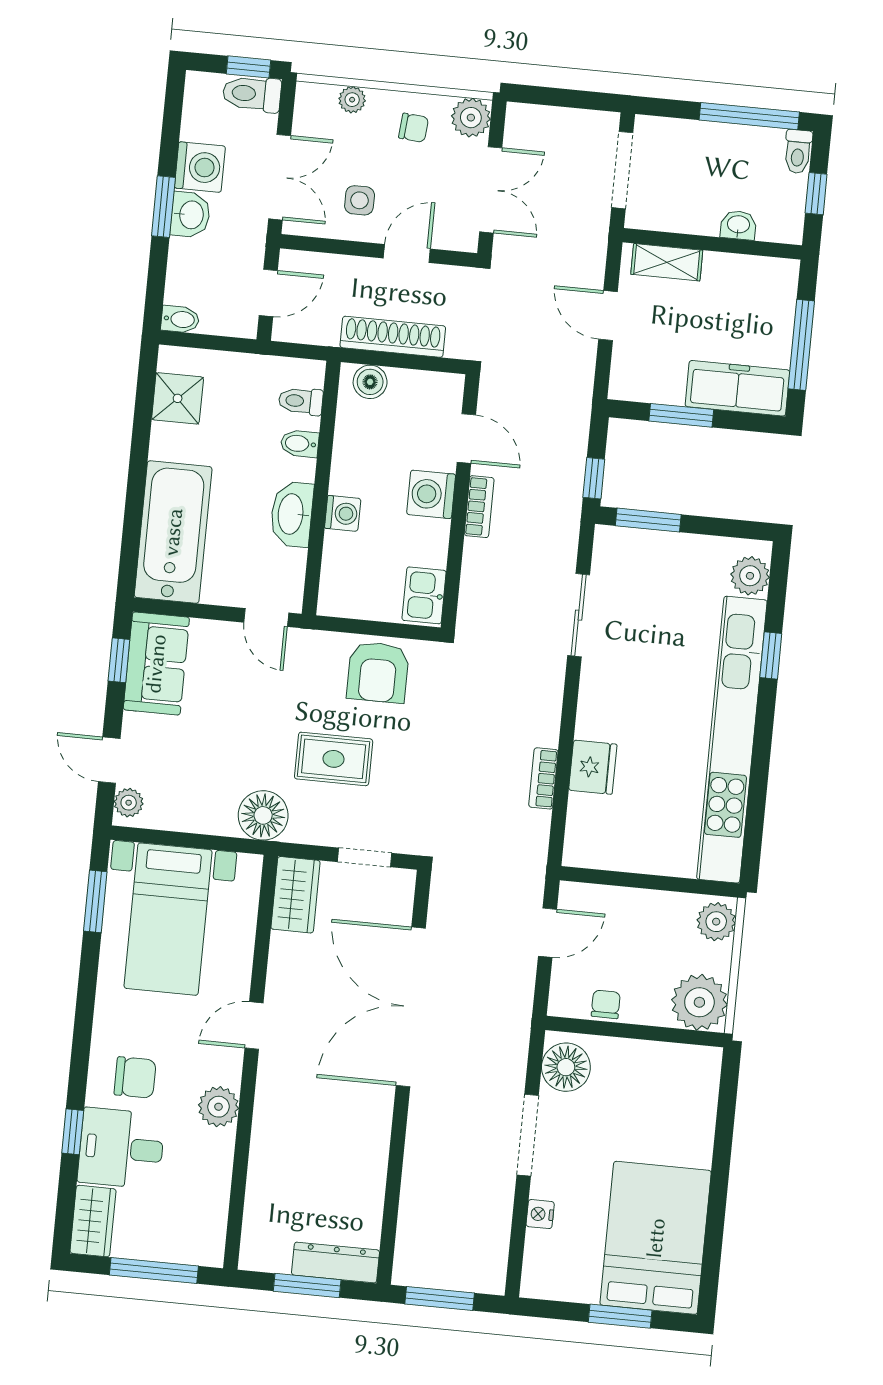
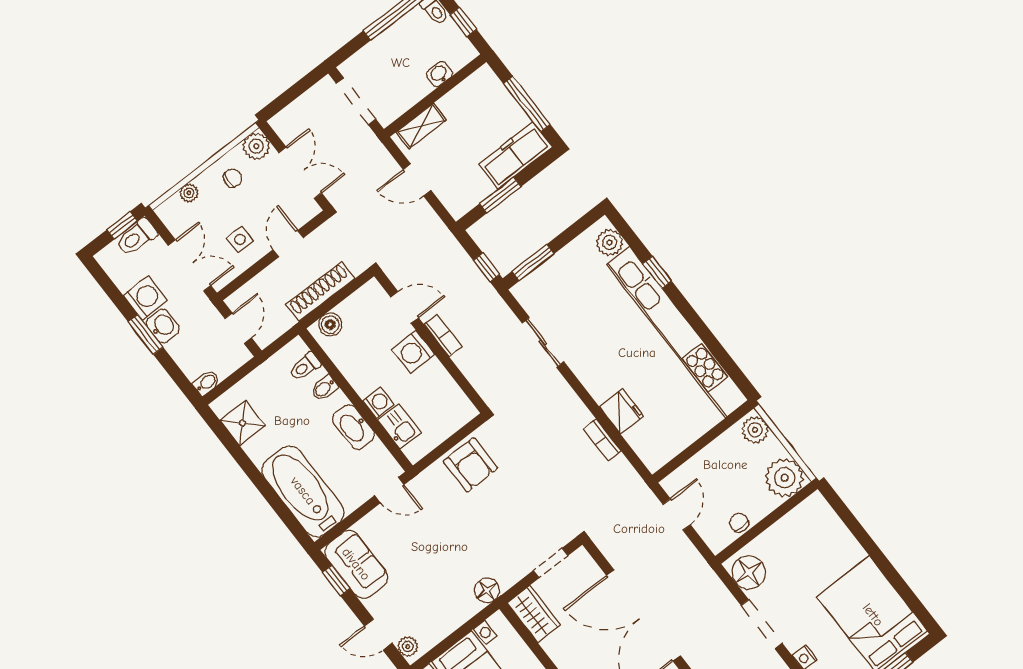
kitchen sink: (424, 595) -> (399, 427), moved, turned 180
rug: (334, 759) -> (489, 529), removed
floor lamp: (263, 815) -> (487, 591), width x0.73, depth x0.73

